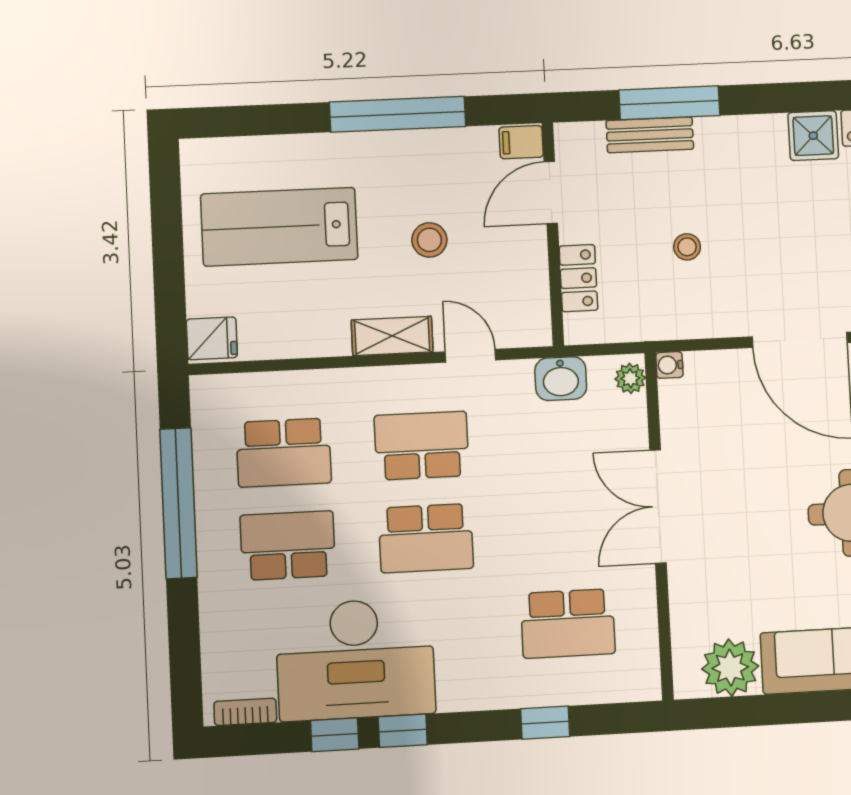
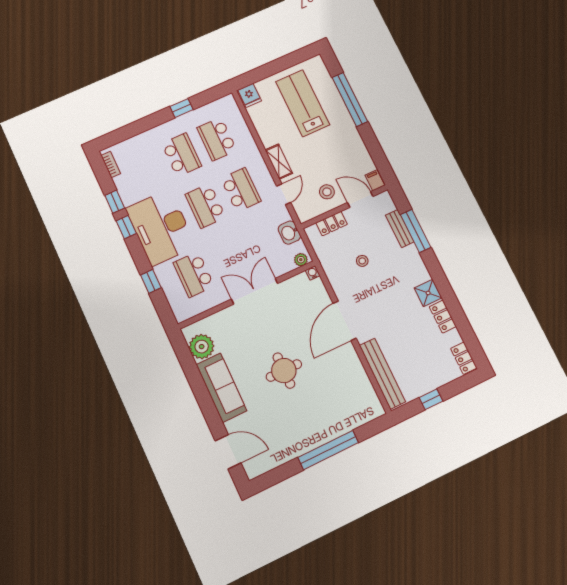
window: (398, 114) -> (350, 100), moved
stool: (429, 240) -> (327, 192), moved
window: (178, 503) -> (182, 108), width x0.32
desk: (355, 659) -> (161, 227), moved

